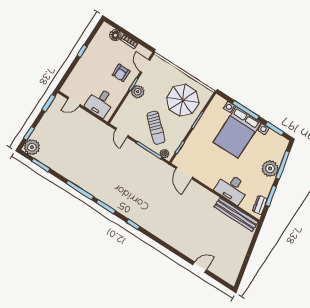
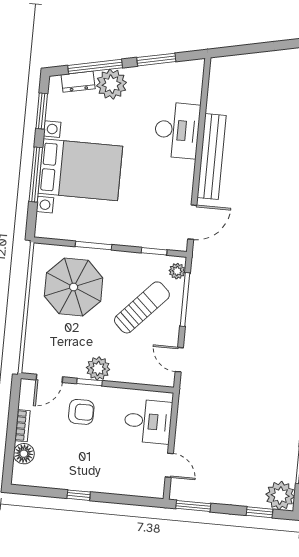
door: (122, 133) -> (179, 360), swing flipped
dresser: (260, 205) -> (78, 82), moved
bench: (236, 215) -> (212, 157), moved

